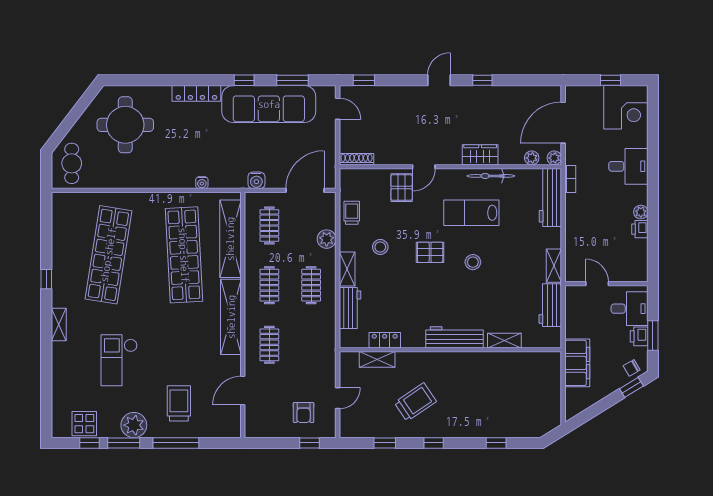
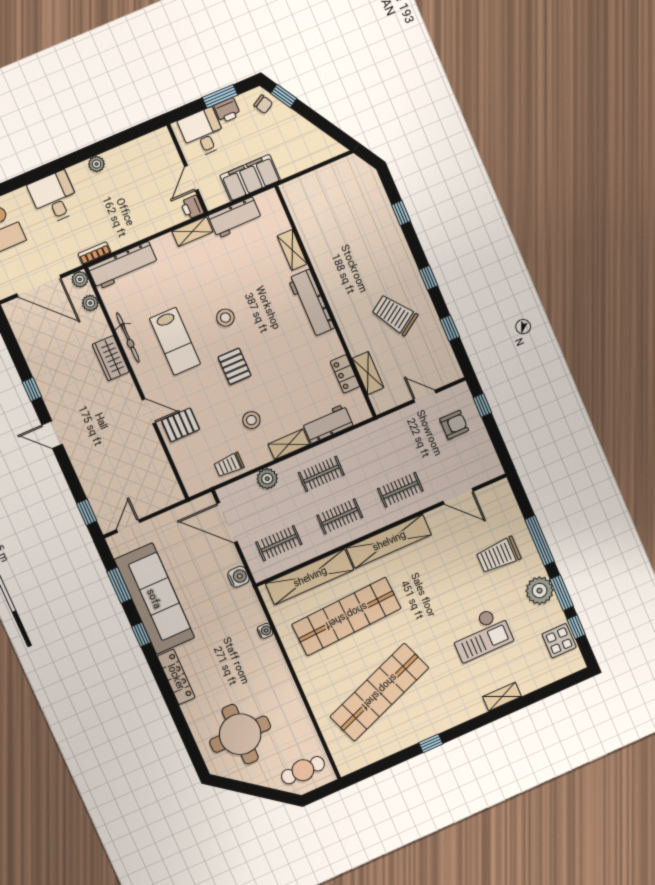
shoe rack: (357, 159) -> (172, 484), removed
printer: (640, 229) -> (192, 207), moved, turned 90
shop shelf: (108, 255) -> (379, 692), turned -30
shelving: (59, 324) -> (502, 697), moved
filing cabinet: (577, 363) -> (250, 178), moved

